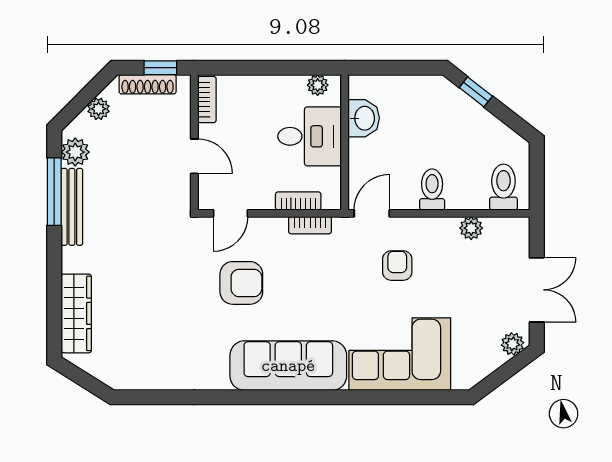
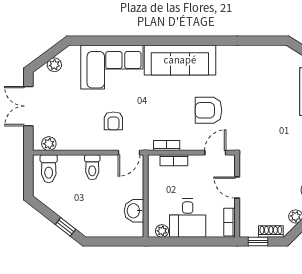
shoe rack: (148, 84) -> (271, 231), width x0.70
desk: (310, 136) -> (188, 218), moved, turned -90
plant: (471, 228) -> (49, 144), moved
plant: (513, 344) -> (54, 65), moved

